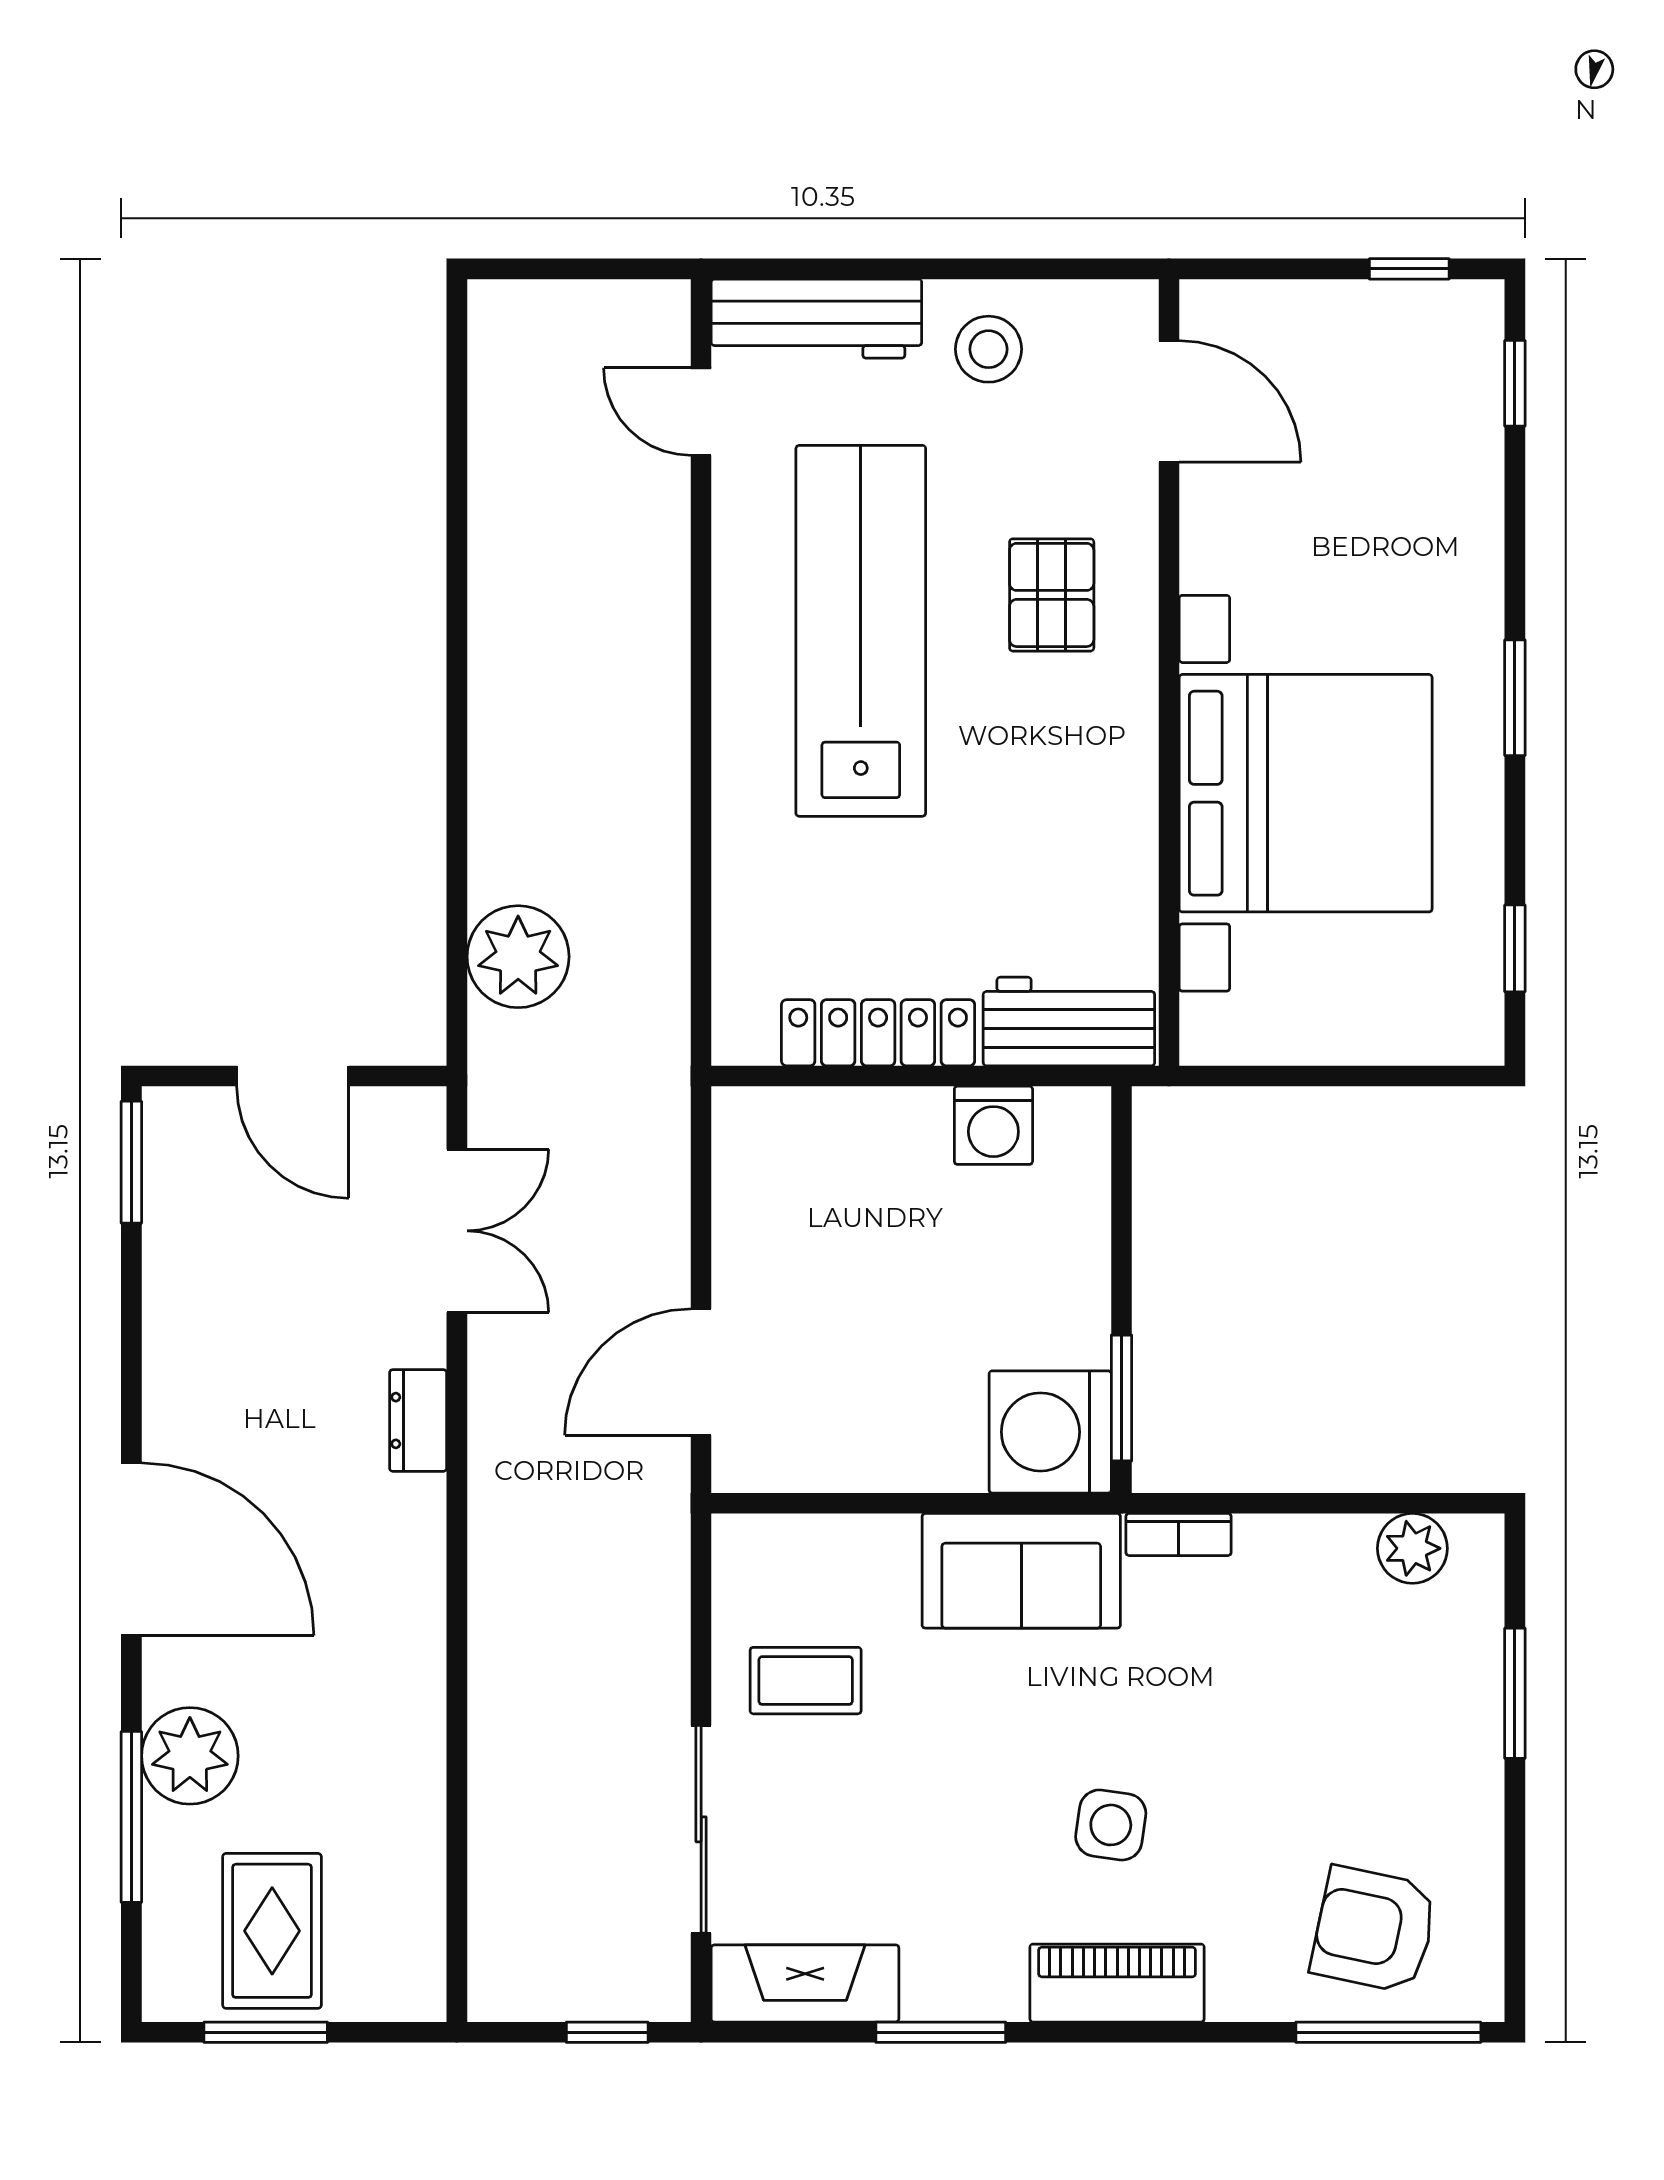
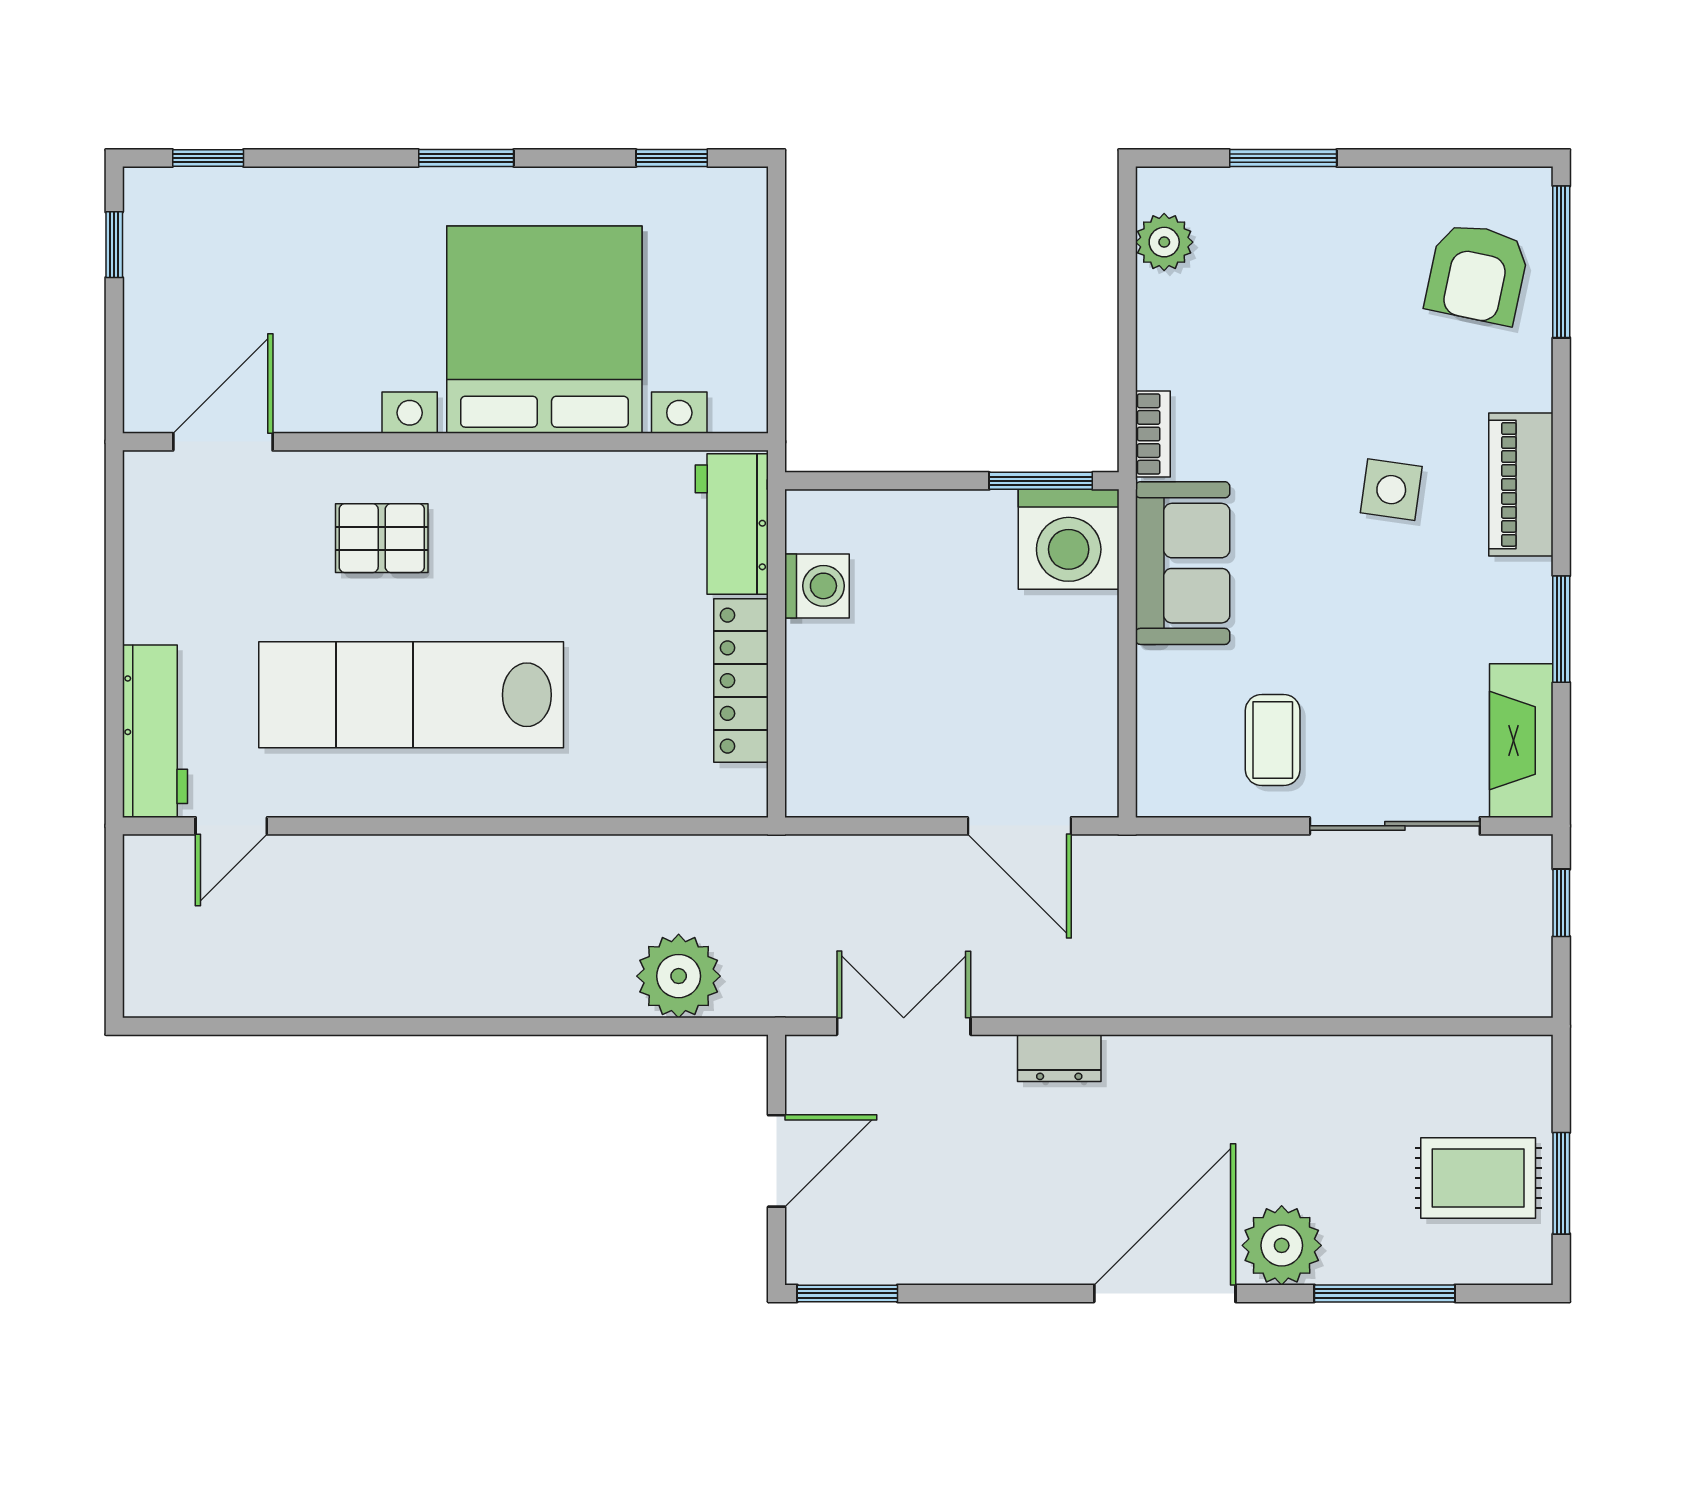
stool: (988, 349) -> (180, 590), removed
plant: (190, 1756) -> (1282, 1245), moved

